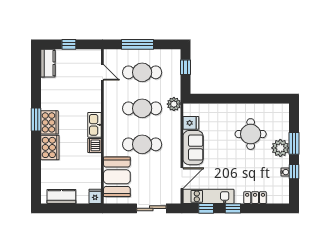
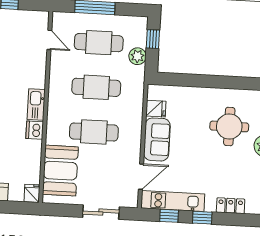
plant: (174, 104) -> (137, 56), moved

